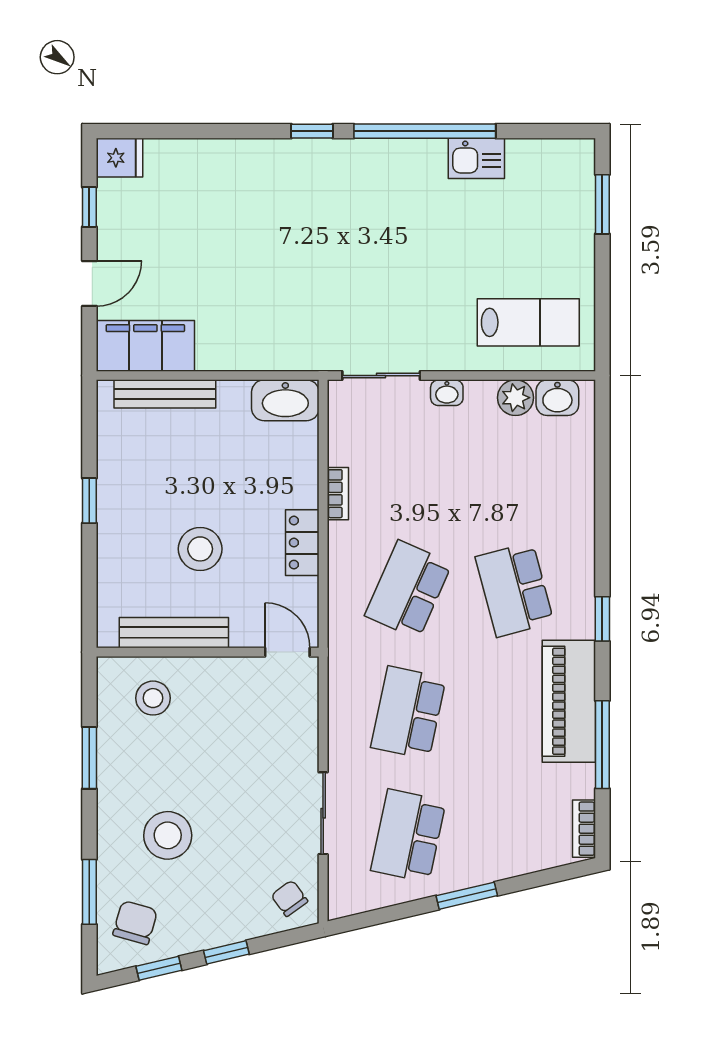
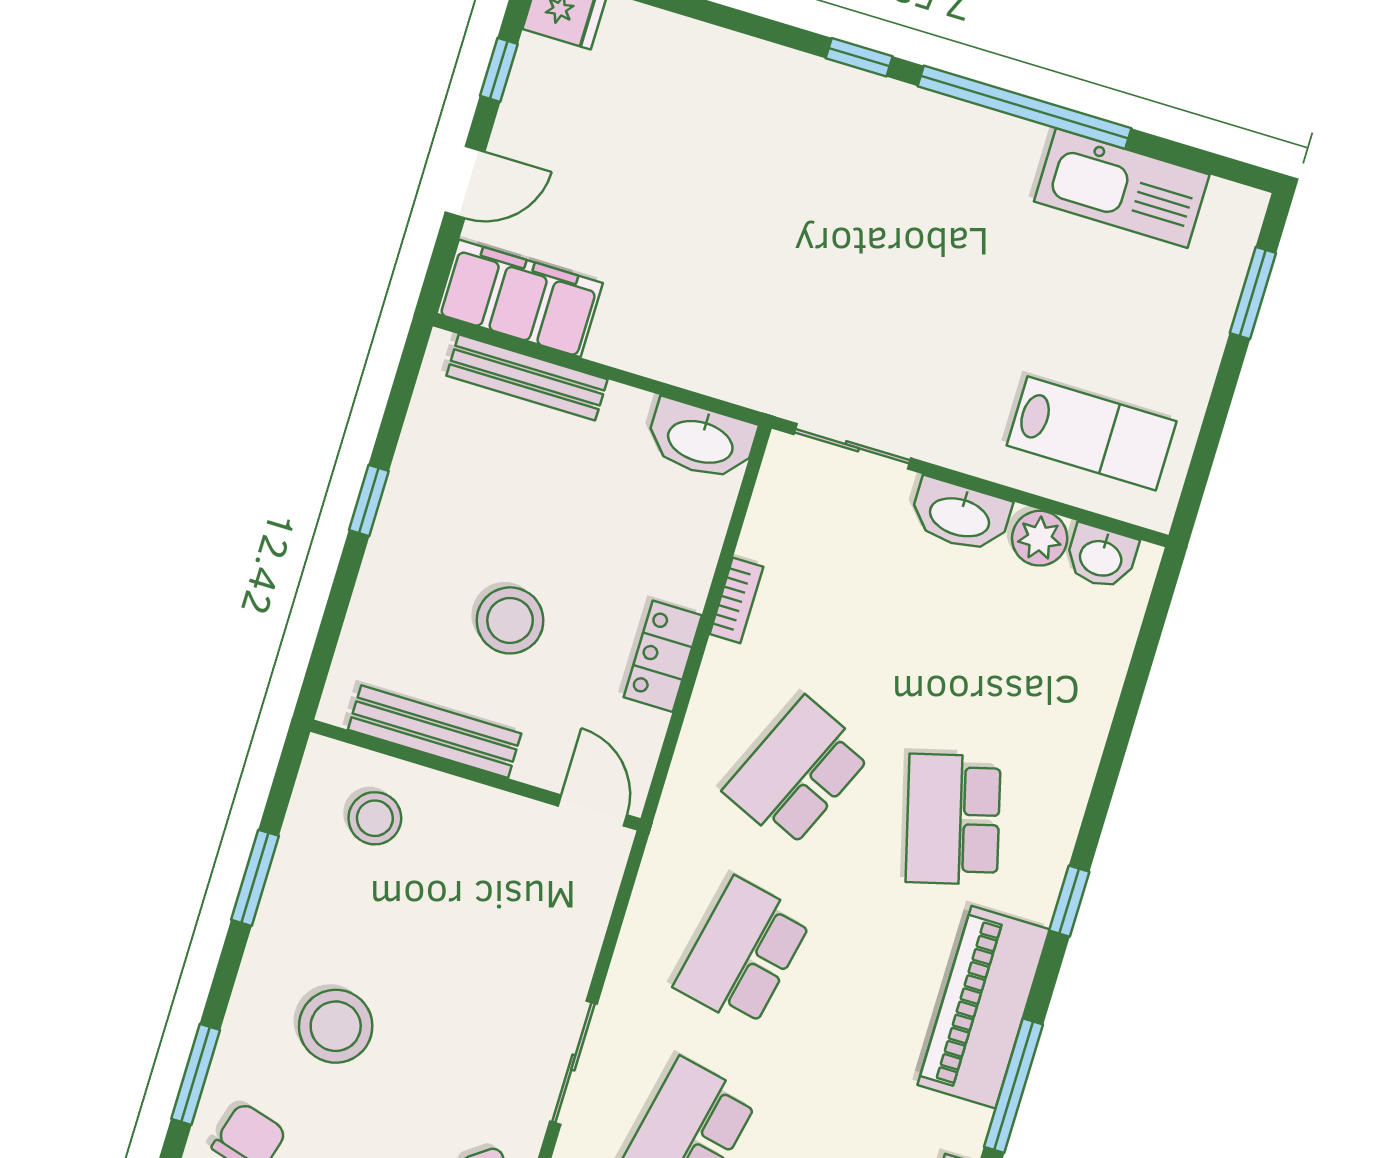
kitchen sink: (476, 158) -> (1122, 188), width x1.88, depth x1.24
washbasin: (447, 393) -> (960, 516), width x1.91, depth x1.45

